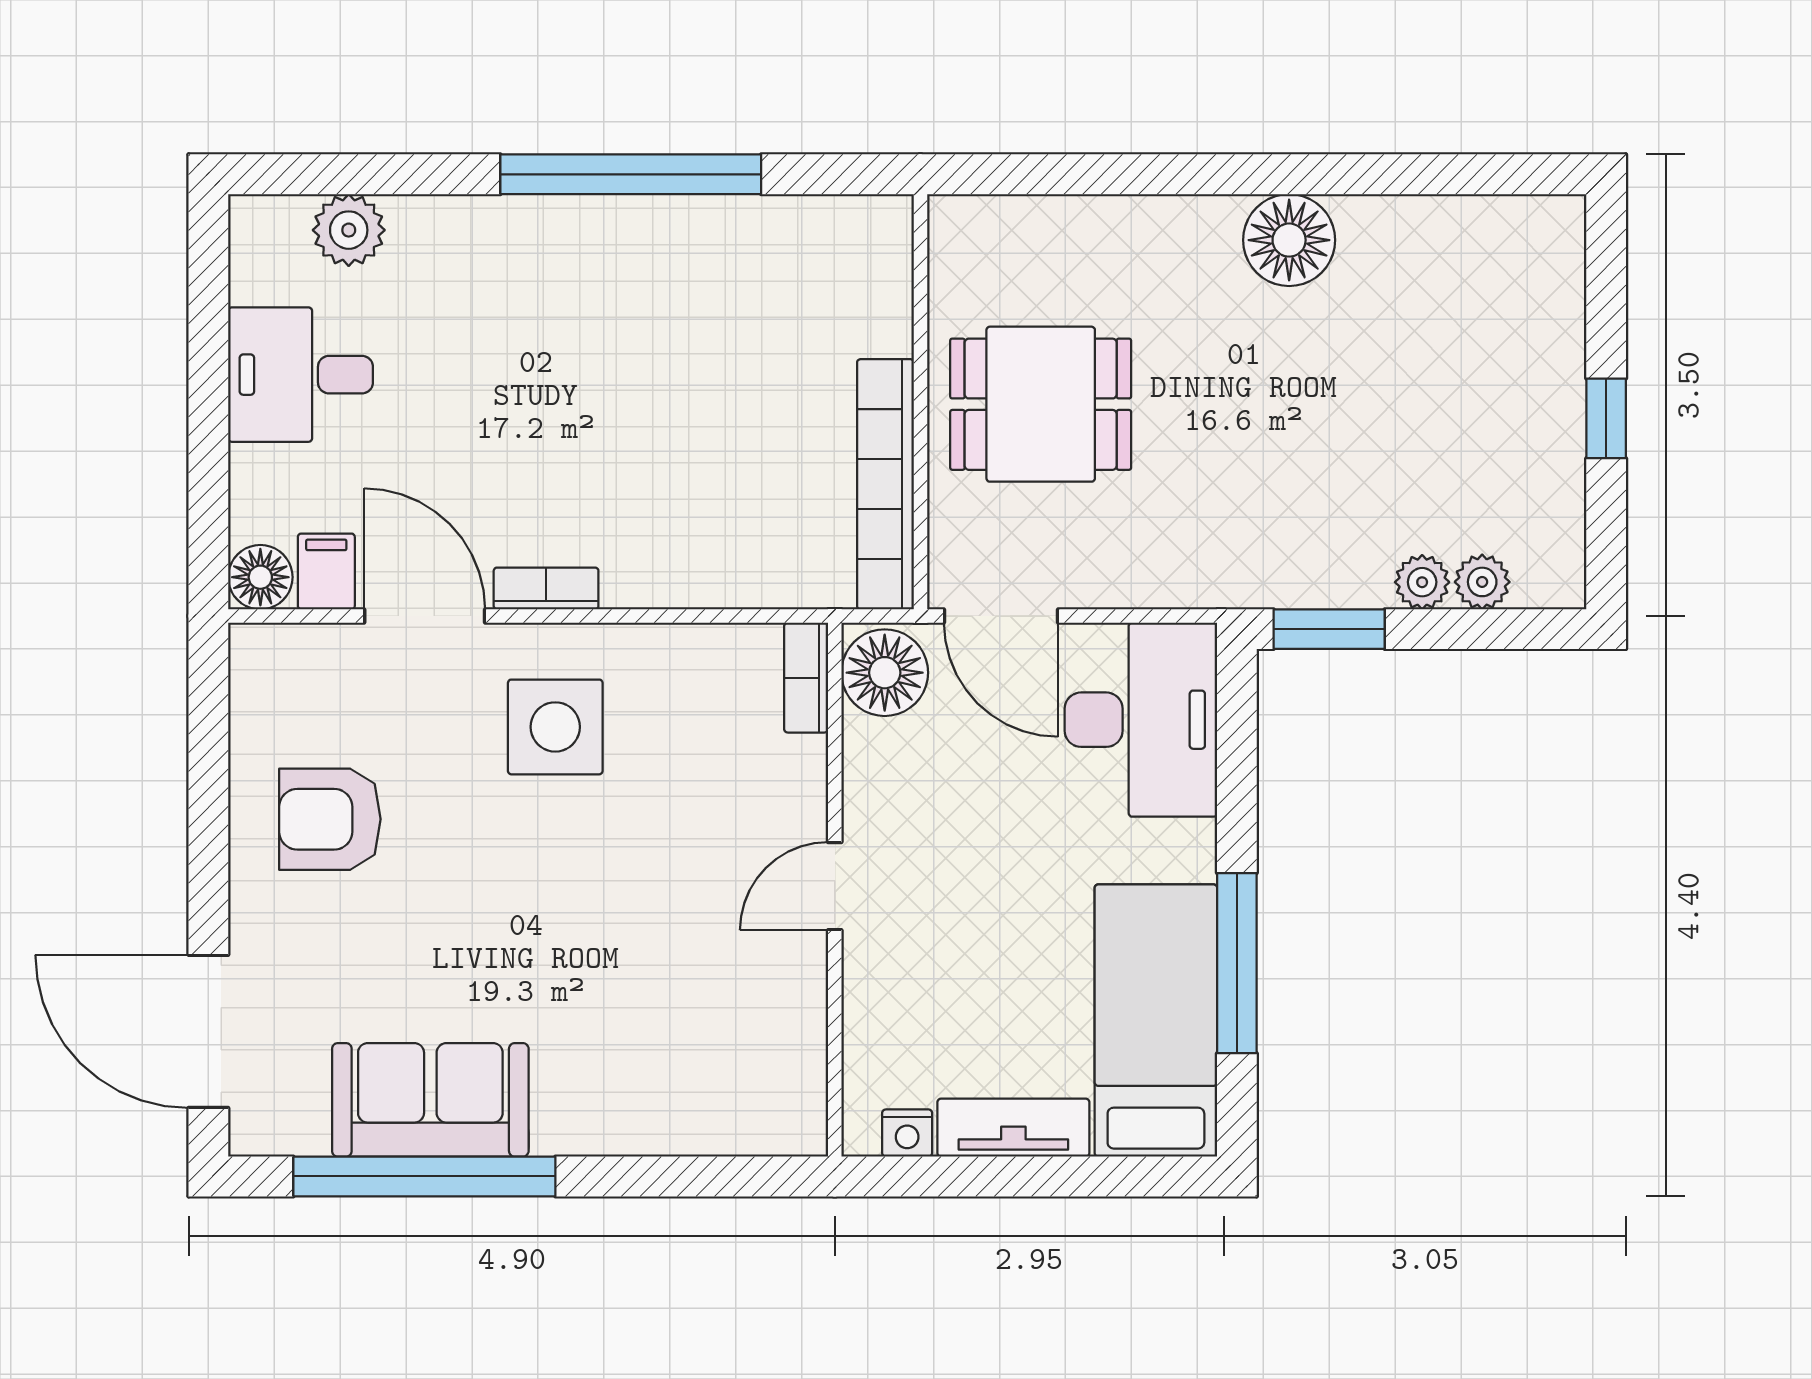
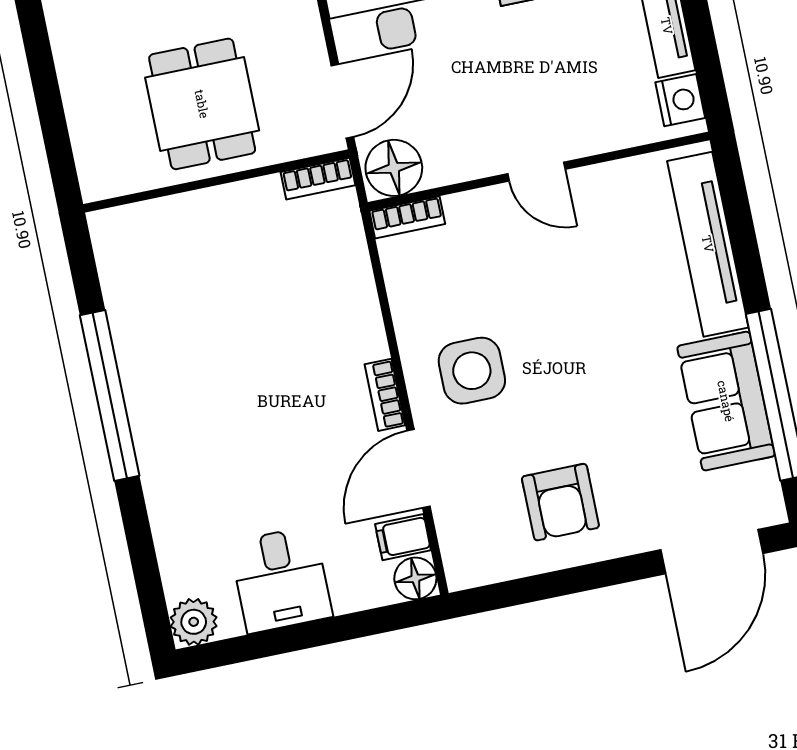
plant: (349, 230) -> (194, 622), moved
bookcase: (885, 484) -> (318, 179), width x0.43, depth x0.76
tv unit: (672, 1121) -> (708, 244), added
nightstand: (907, 1133) -> (680, 100), width x1.39, depth x1.35

